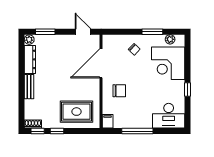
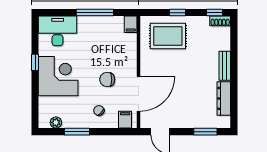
plant: (29, 40) -> (225, 122), removed
filing cabinet: (112, 42) -> (125, 120), added
corner desk: (168, 63) -> (58, 76), moved
chair: (119, 91) -> (107, 80), moved
window: (57, 131) -> (177, 13), moved

